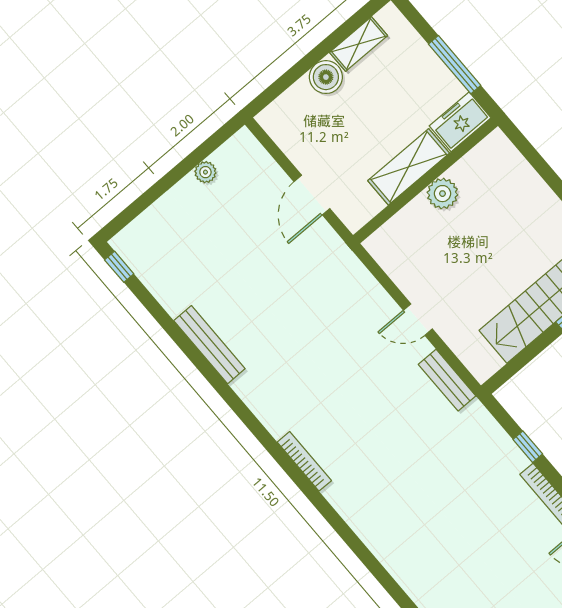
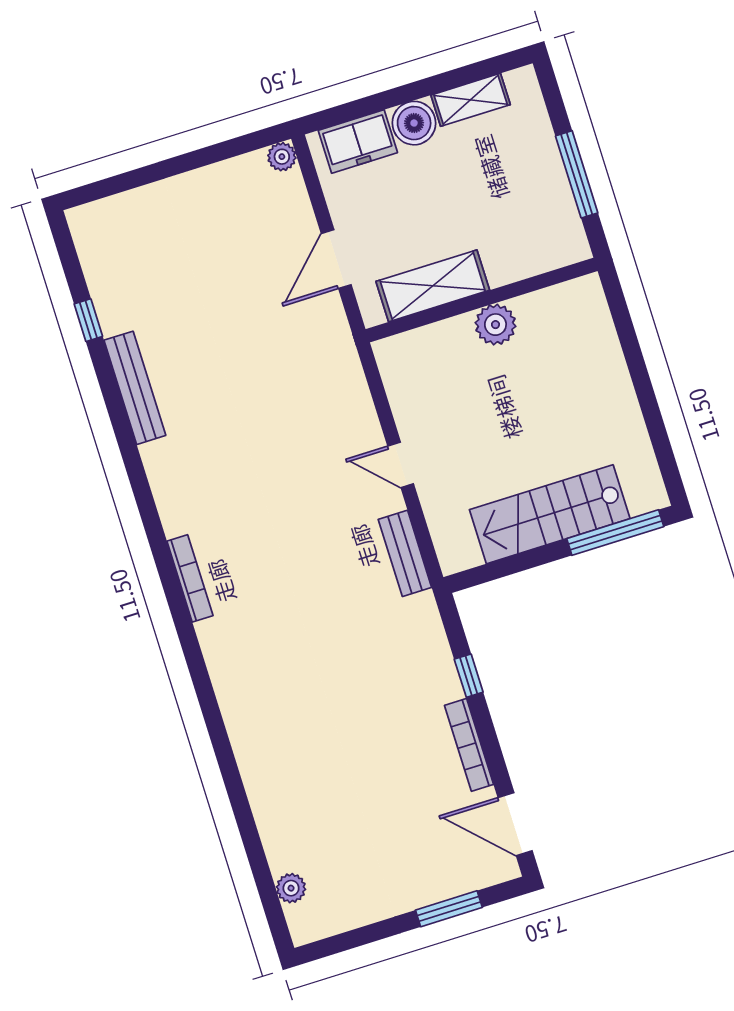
freezer: (460, 122) -> (358, 141), moved, turned 180
shelving: (409, 167) -> (433, 286), moved
plant: (205, 172) -> (282, 157), moved
window: (119, 267) -> (88, 320), moved

